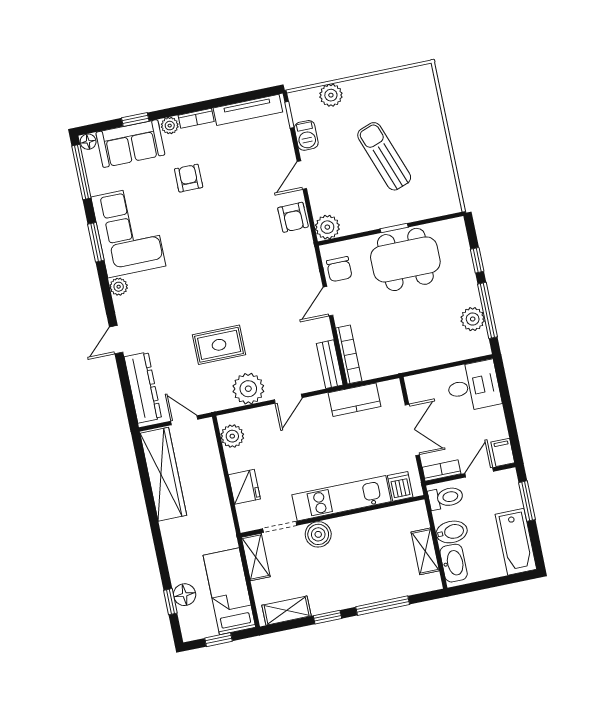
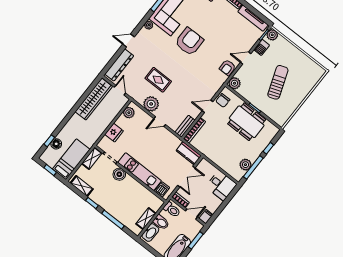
plant: (331, 95) -> (272, 35), moved
armchair: (189, 178) -> (189, 42), moved, width x1.88, depth x1.88
kitchen counter: (354, 400) -> (189, 153), moved

